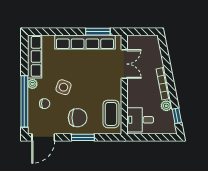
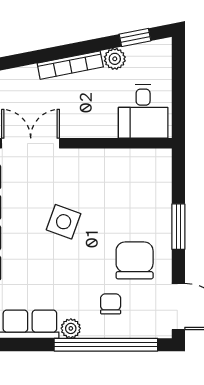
side table: (64, 87) -> (64, 222), moved
coffee table: (111, 114) -> (131, 170), removed
chair: (78, 118) -> (135, 260), moved

